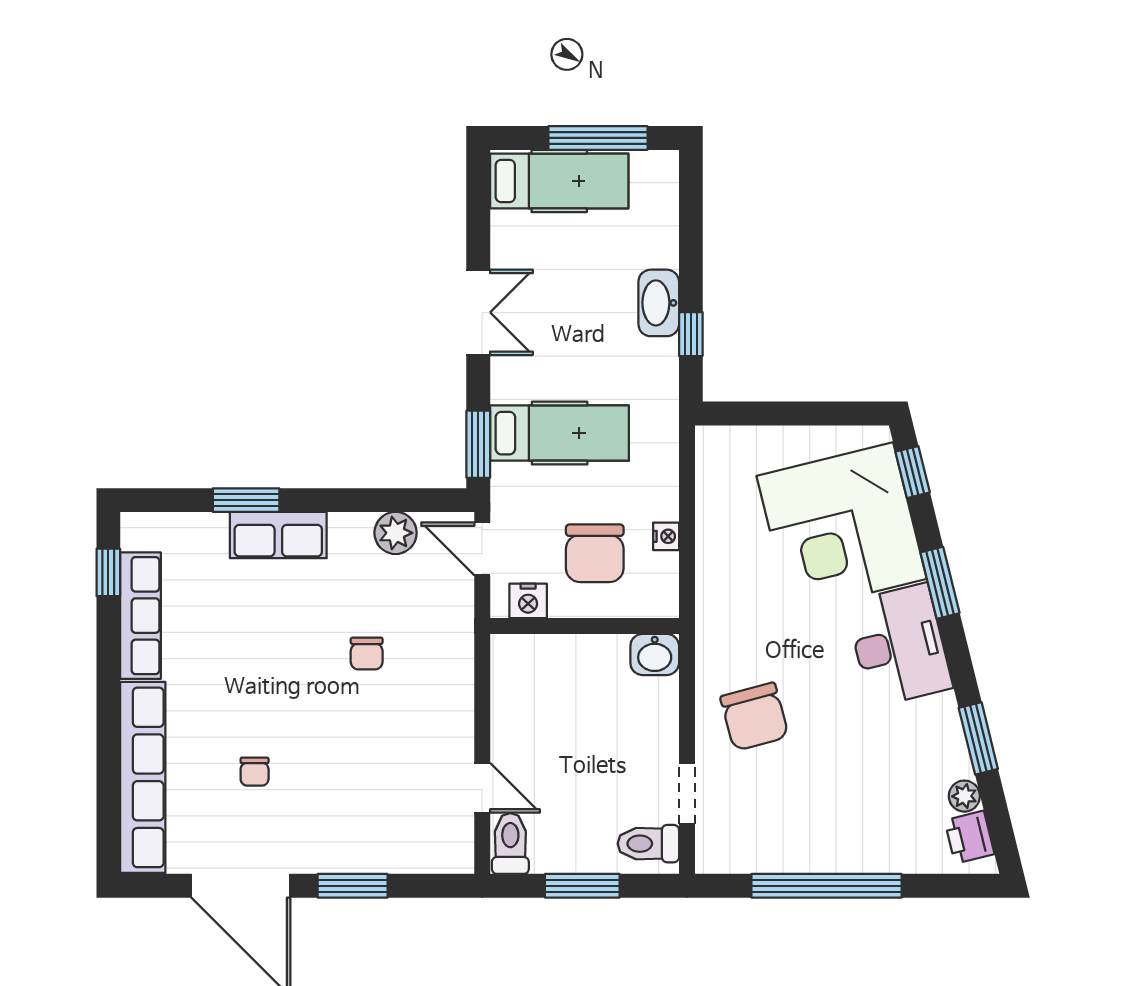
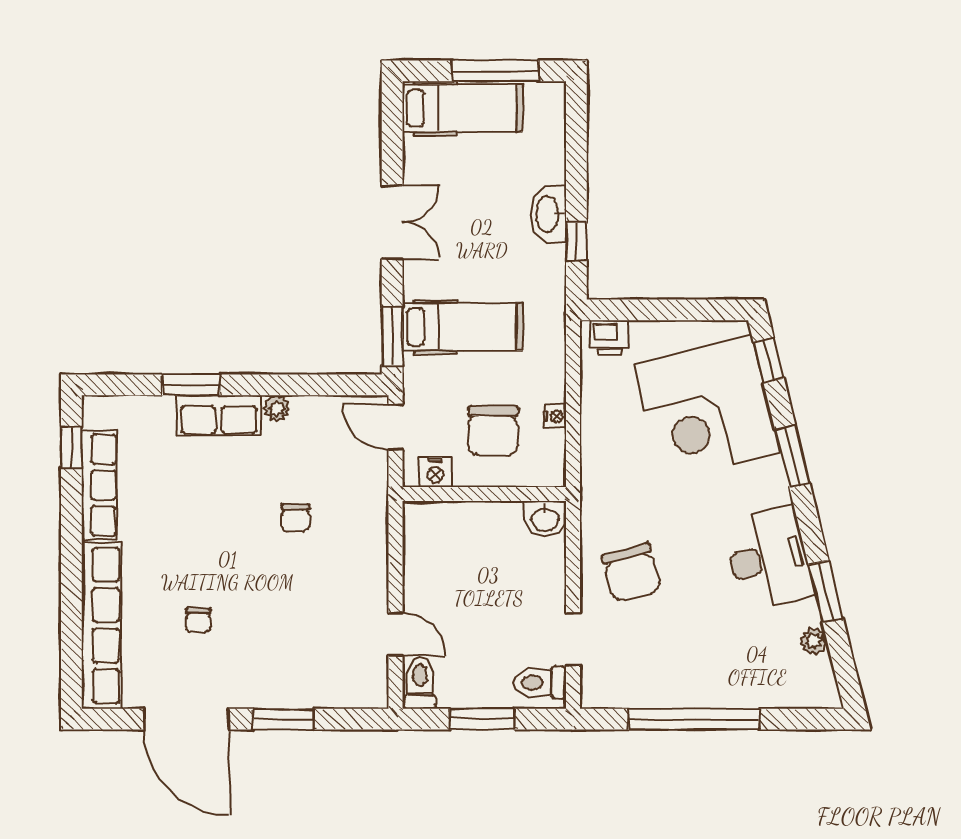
plant: (396, 533) -> (277, 408), moved, width x0.73, depth x0.73
desk: (899, 645) -> (769, 558), moved
printer: (969, 837) -> (610, 338), moved, turned -76

